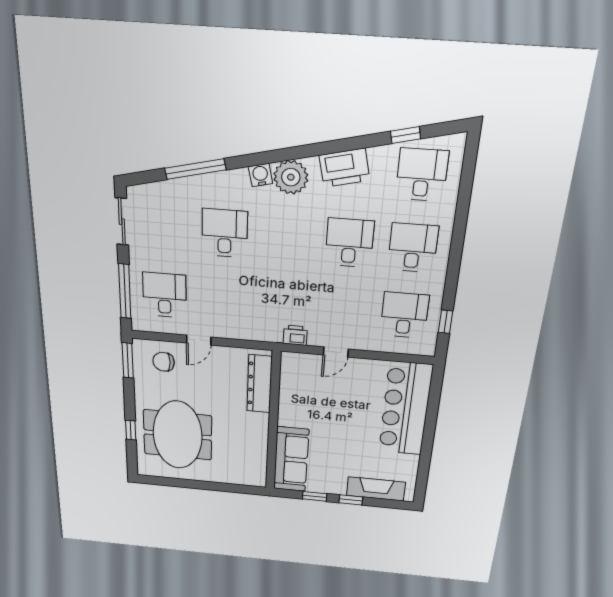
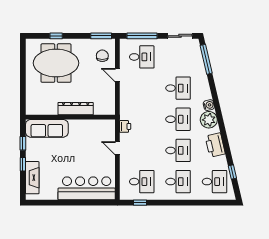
window: (195, 169) -> (206, 59), moved
desk: (287, 238) -> (178, 119), added
dresser: (259, 384) -> (76, 109), moved

